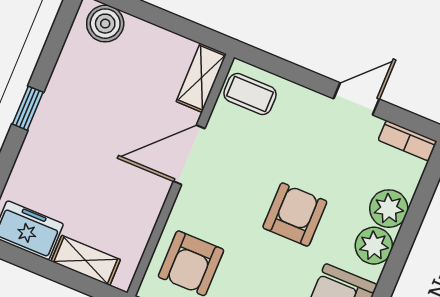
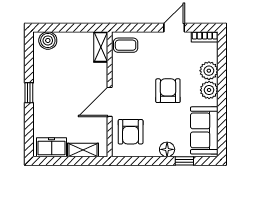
door: (189, 155) -> (110, 102), moved

